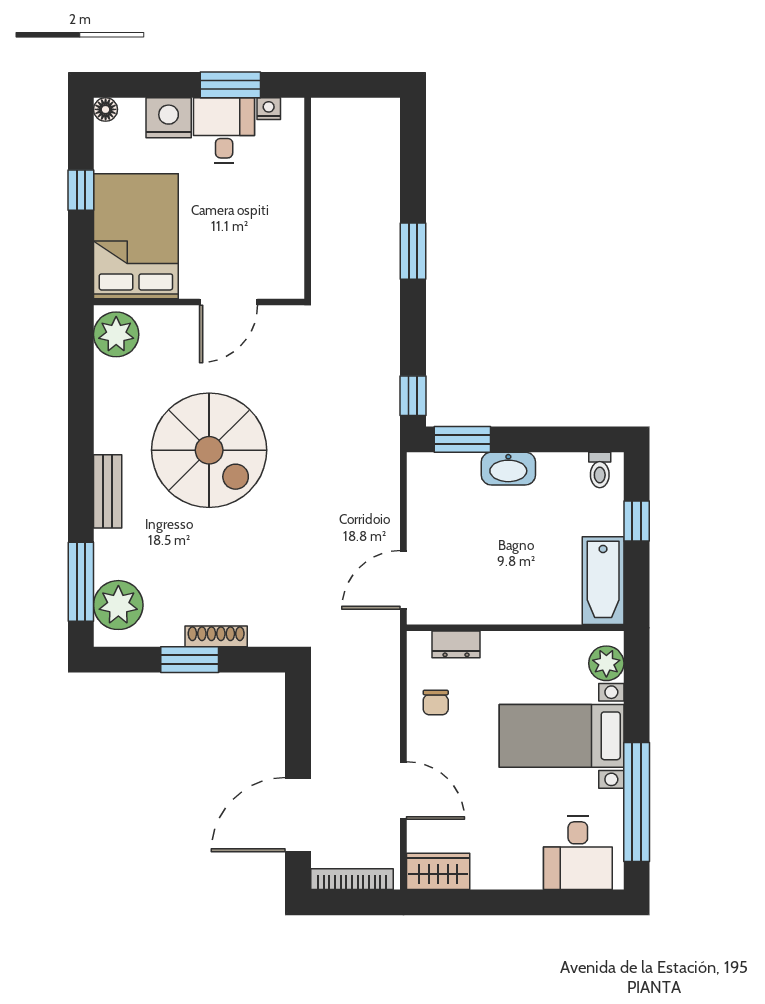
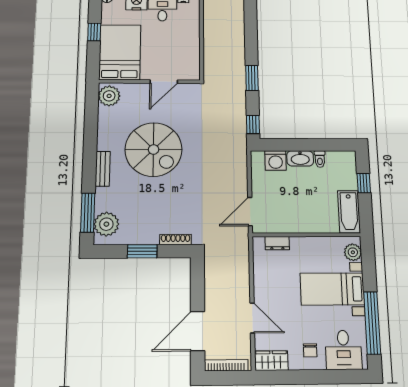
window: (413, 251) -> (252, 78), moved
window: (462, 439) -> (277, 145), removed
toilet: (600, 470) -> (320, 159), moved
washing machine: (458, 473) -> (276, 161), added
shoe rack: (216, 636) -> (176, 240), moved
chair: (436, 702) -> (310, 350), moved

